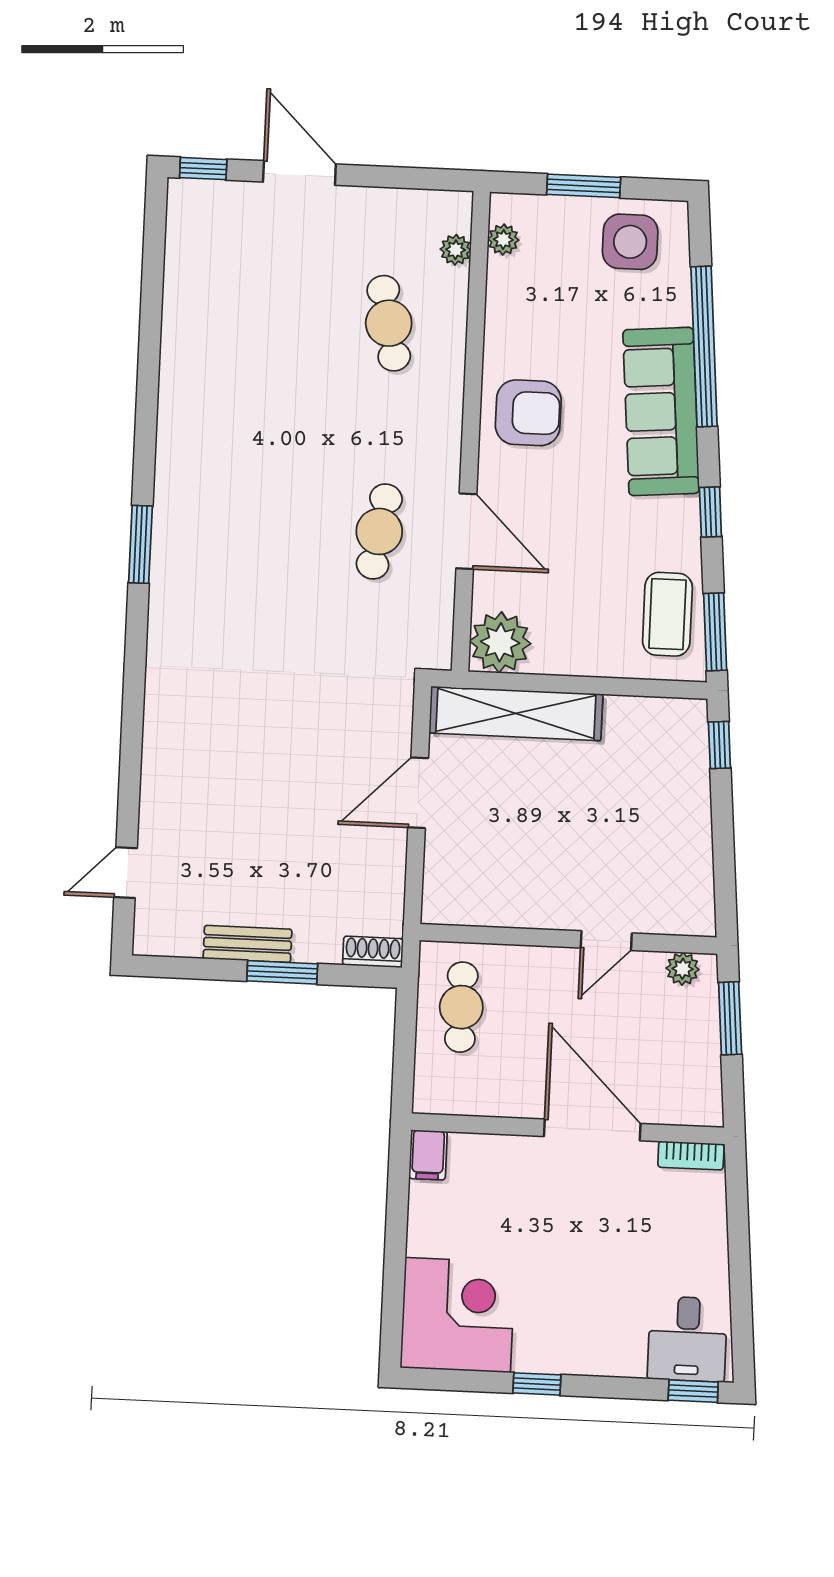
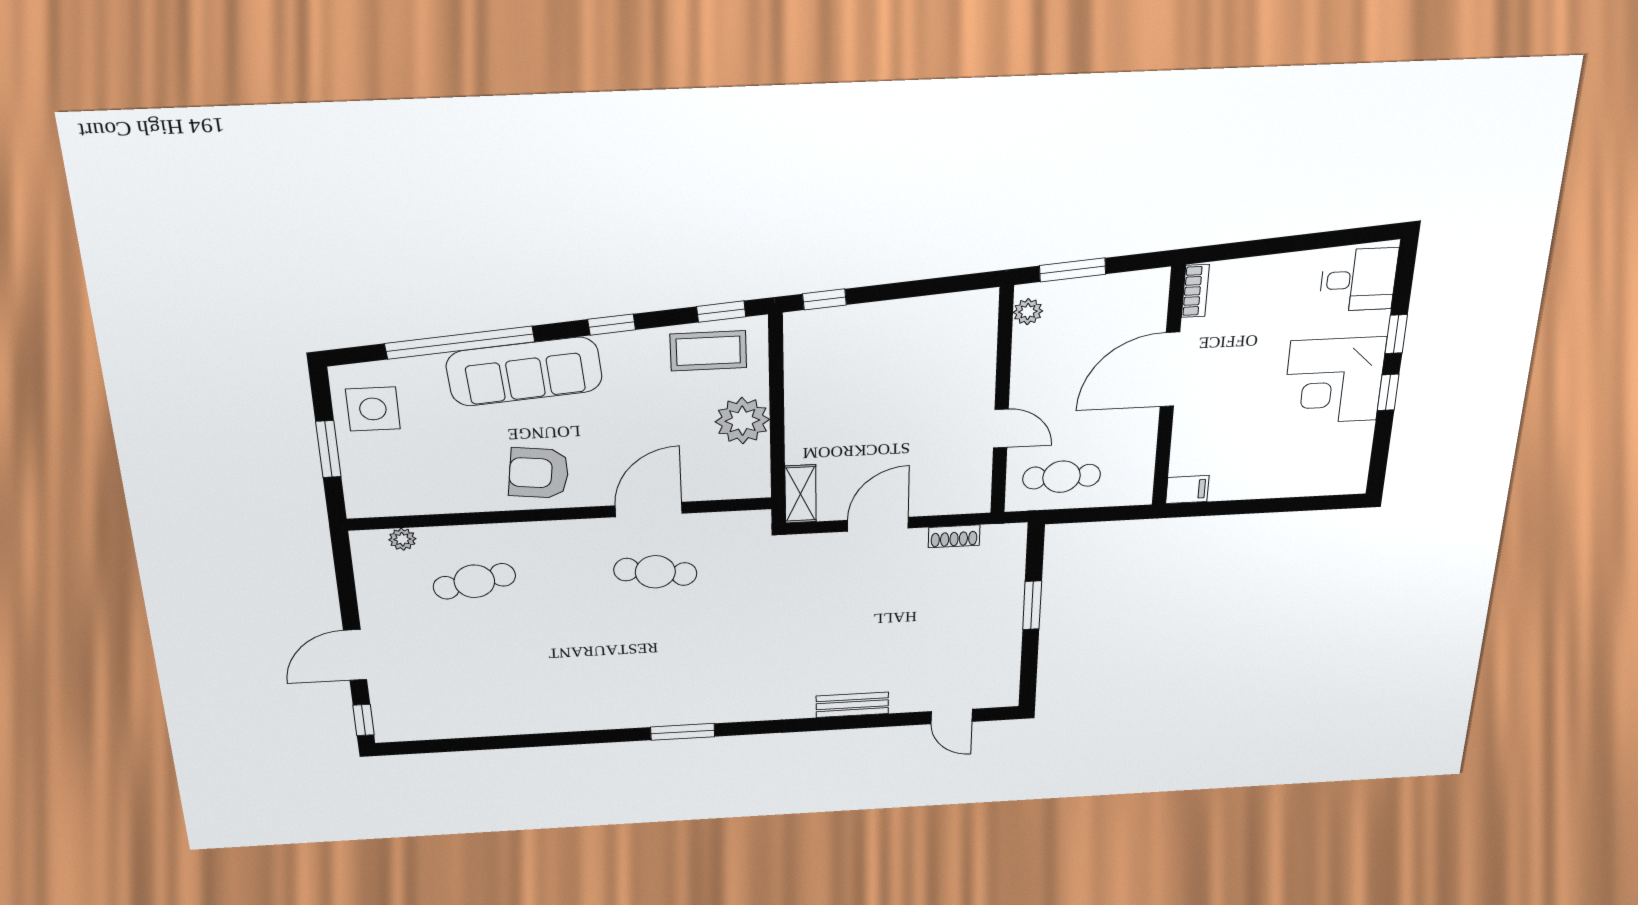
plant: (503, 240) -> (387, 505), removed
armchair: (528, 413) -> (539, 473), turned -83
window: (715, 632) -> (721, 312), width x0.67
plant: (500, 642) -> (742, 421), moved
shelving: (516, 713) -> (801, 494), width x0.45, depth x0.75
door: (418, 793) -> (878, 524), swing flipped
door: (606, 941) -> (1001, 428), moved
bench: (247, 944) -> (852, 705), moved, turned 90
shoe rack: (373, 952) -> (954, 536), moved, turned -90
corner desk: (458, 1315) -> (1334, 381), moved, turned -90
window: (693, 1391) -> (1396, 334), moved

